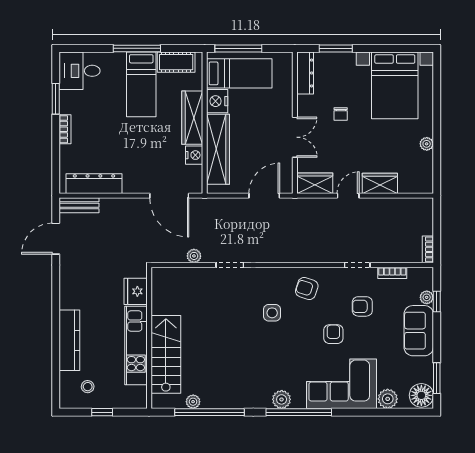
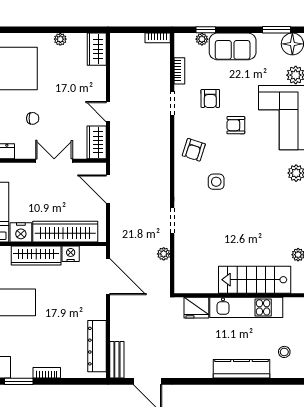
wardrobe: (380, 183) -> (97, 49), moved
door: (169, 196) -> (108, 277), hinge flipped

